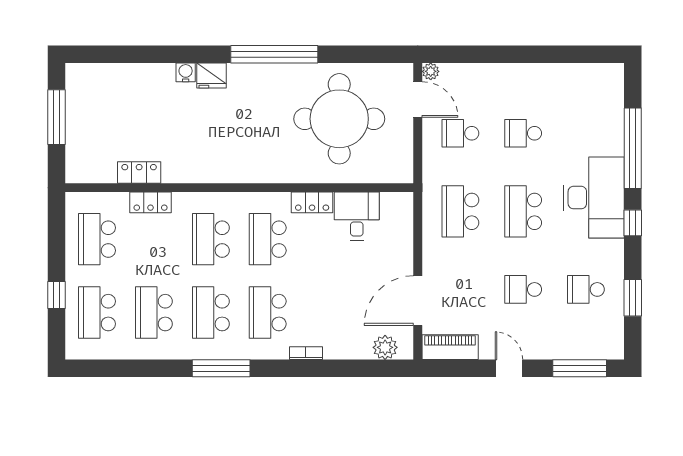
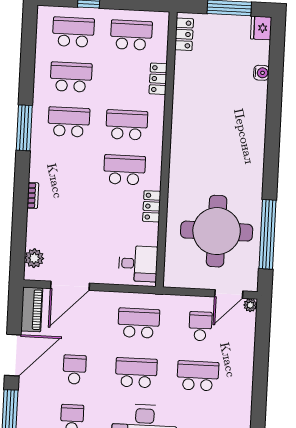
window: (274, 54) -> (267, 234), moved
water cooler: (186, 72) -> (261, 73), moved
fridge: (211, 76) -> (261, 28), moved
school desk: (523, 133) -> (198, 376), width x1.85
locker: (139, 173) -> (184, 34), moved
desk: (357, 216) -> (138, 264), moved
door: (418, 301) -> (70, 286), swing flipped
school desk: (268, 313) -> (66, 167), removed
door: (509, 368) -> (13, 355), width x1.87

